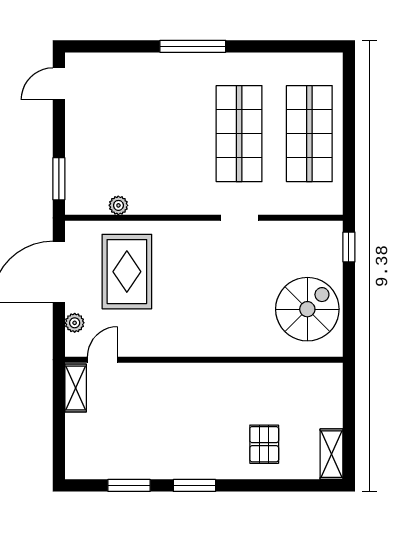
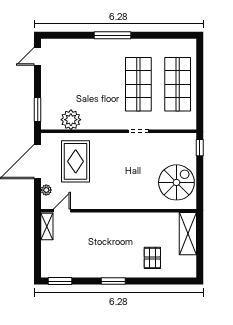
plant: (118, 205) -> (71, 120), width x1.88, depth x1.88
shelving: (332, 454) -> (188, 234), moved, width x1.50, depth x1.33
window: (129, 485) -> (60, 281), moved

